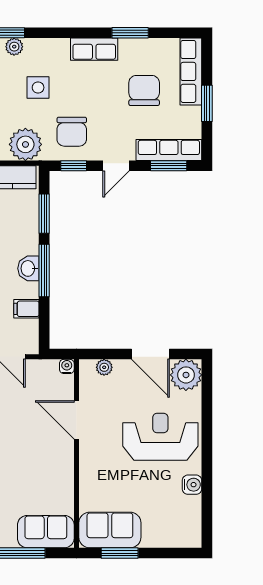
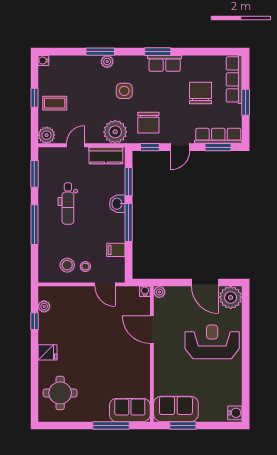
window: (130, 33) -> (158, 52), moved
washbasin: (28, 268) -> (117, 204), moved
plant: (104, 367) -> (159, 292), moved
water cooler: (192, 485) -> (235, 413), moved

